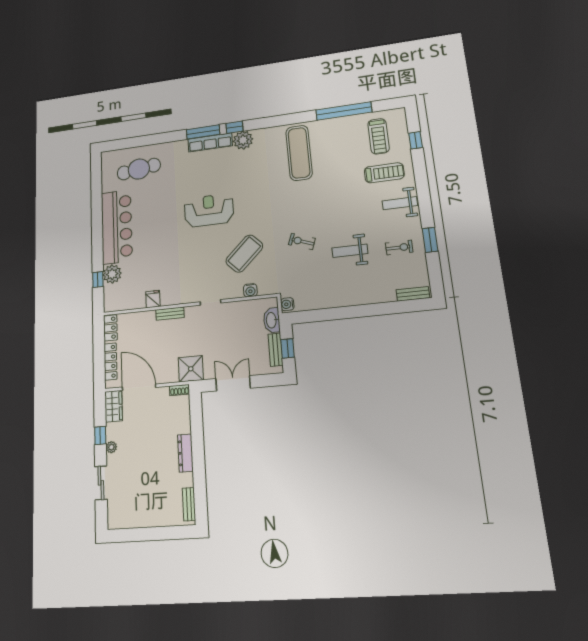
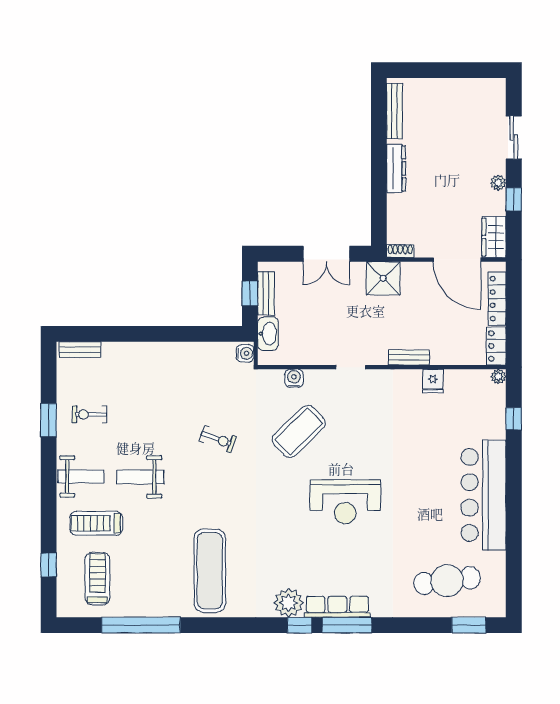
window: (124, 144) -> (469, 625), added
weight bench: (350, 251) -> (140, 477), moved, turned 180
plant: (112, 274) -> (498, 377), moved, width x0.53, depth x0.53
bench: (189, 504) -> (394, 111), width x1.36

